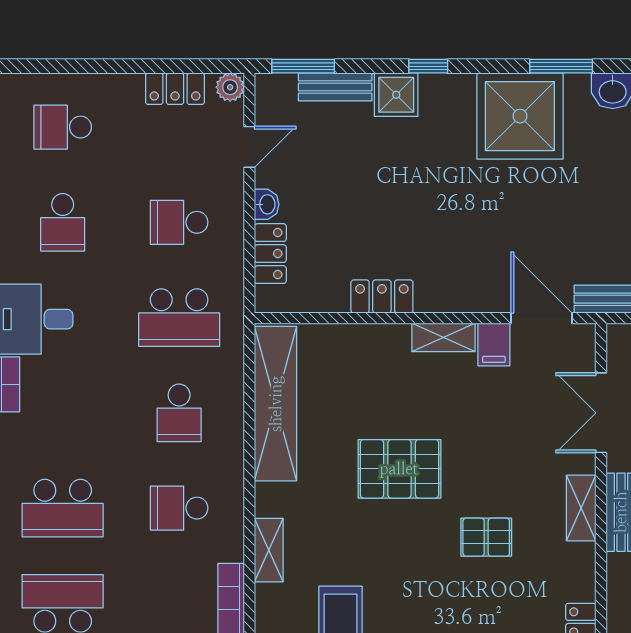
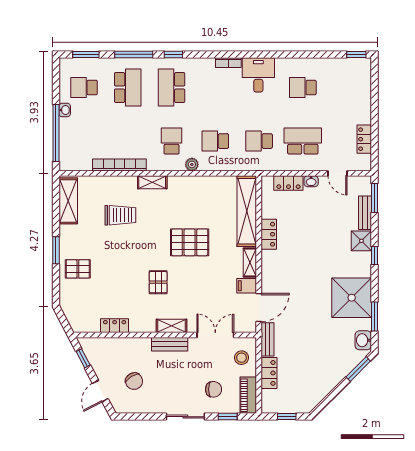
plant: (230, 87) -> (192, 164), moved
school desk: (63, 127) -> (347, 88), removed
school desk: (179, 222) -> (303, 141), width x1.85
school desk: (179, 318) -> (259, 141), width x0.54
shelving: (276, 404) -> (247, 211), moved, turned 90
pallet: (399, 469) -> (190, 242), turned 90

